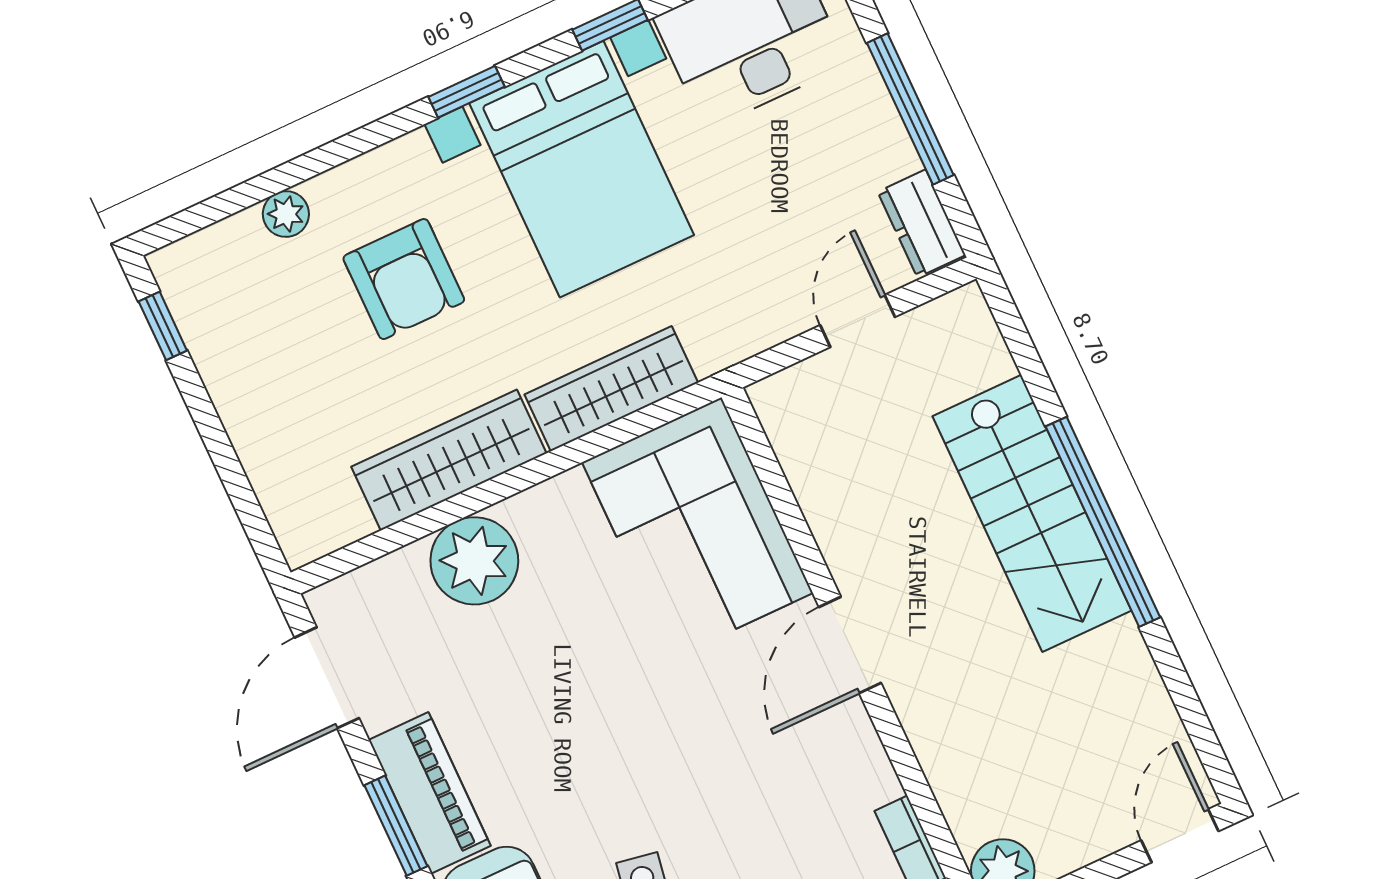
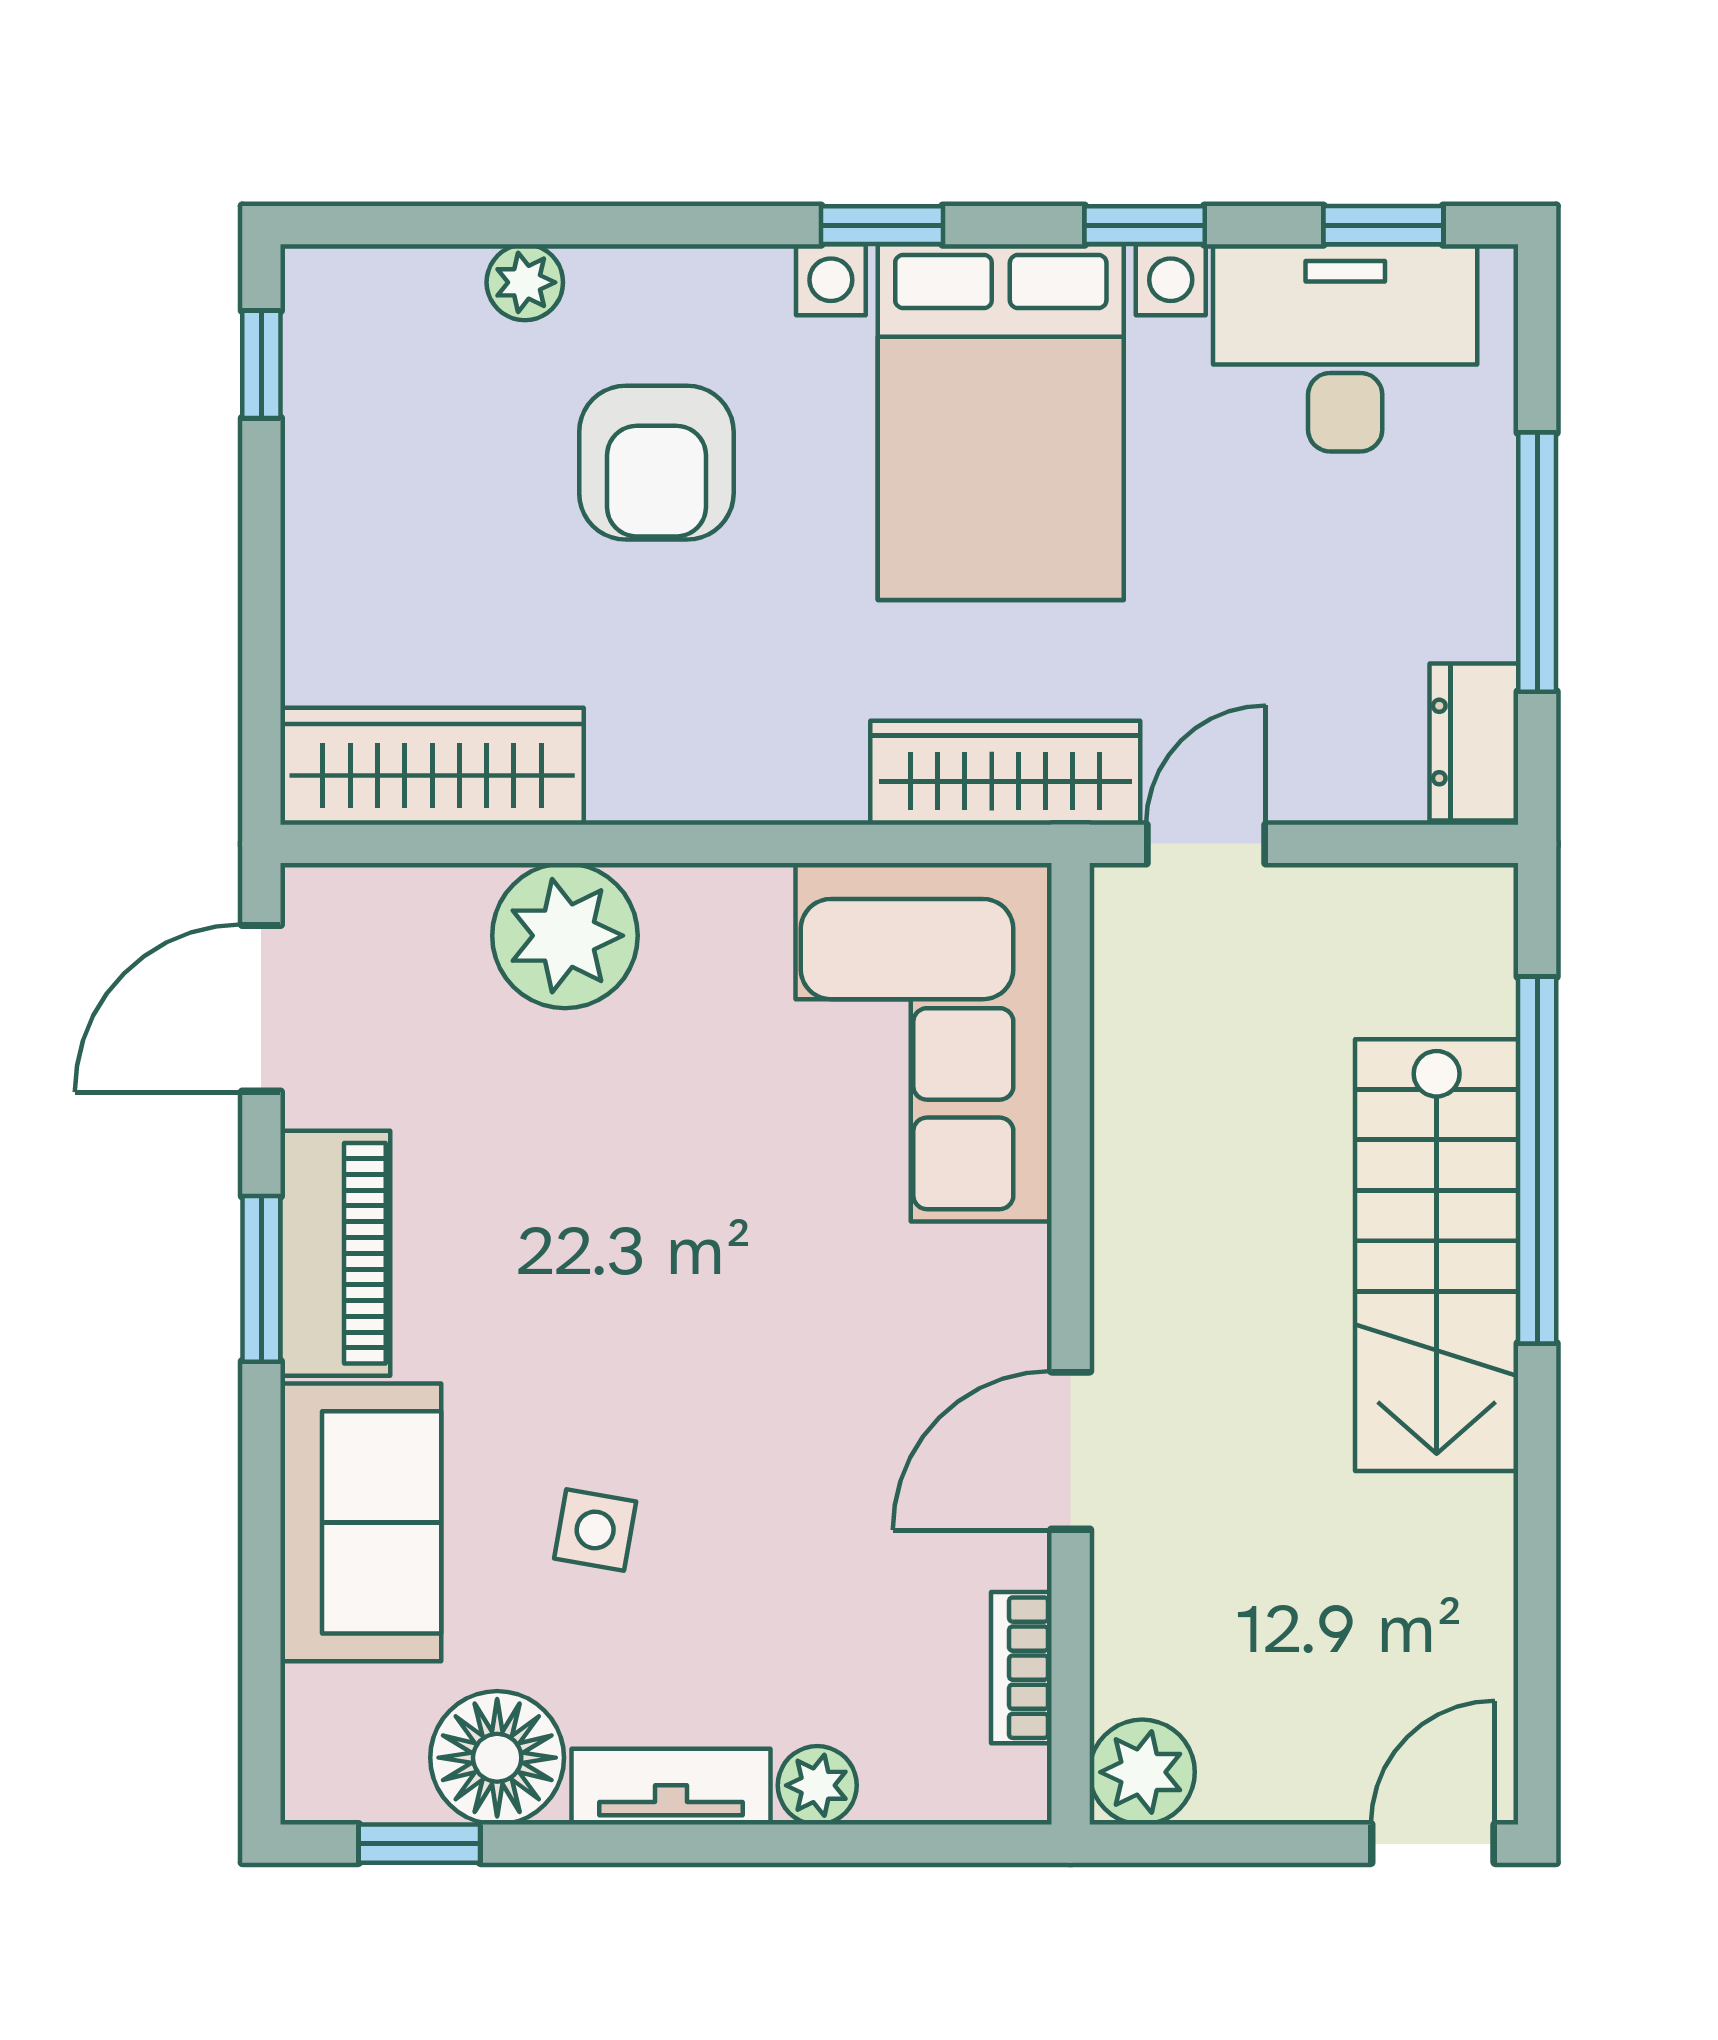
door: (858, 321) -> (1206, 844), moved
wardrobe: (611, 389) -> (1005, 773), moved
wardrobe: (449, 460) -> (432, 766), moved
window: (1103, 522) -> (1537, 1160), moved
door: (850, 645) -> (1071, 1451), moved

